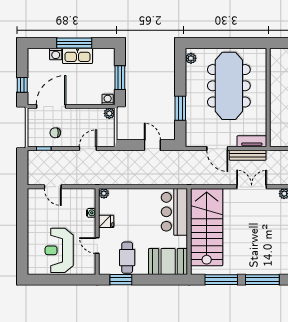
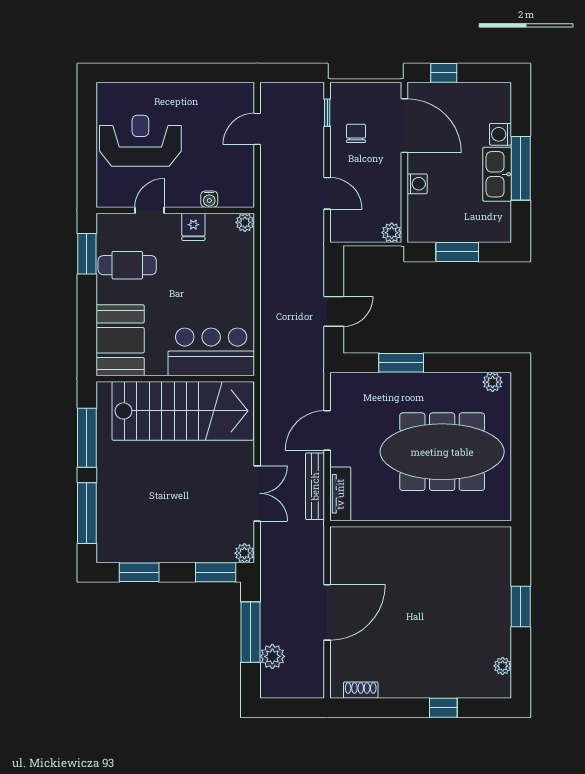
washing machine: (108, 99) -> (417, 184), moved

